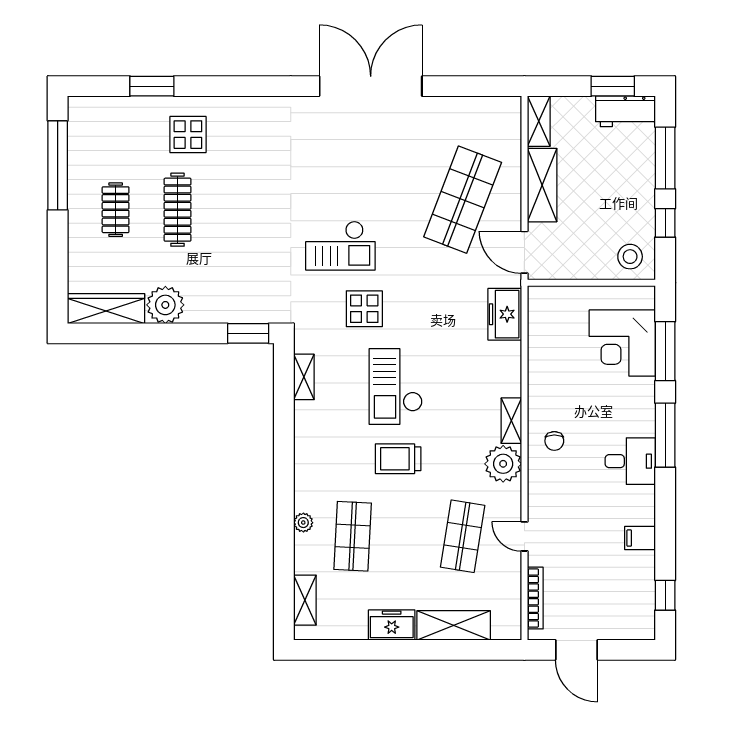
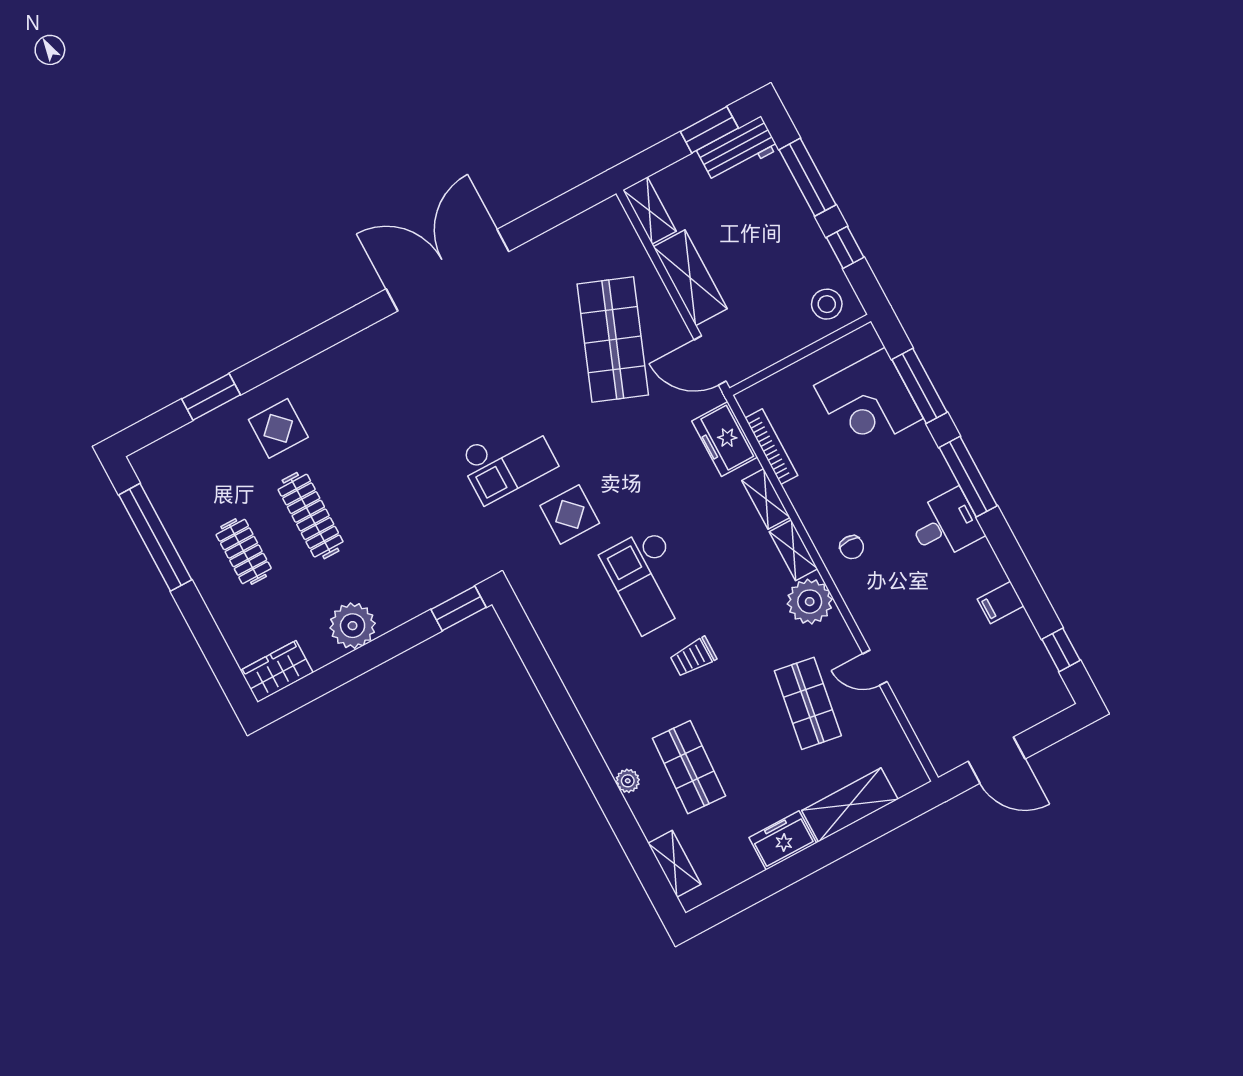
wardrobe: (106, 309) -> (277, 672), width x0.67
shelving: (304, 377) -> (766, 499), moved
trolley: (398, 459) -> (693, 657), width x0.73, depth x0.72
bookcase: (535, 598) -> (771, 447), moved

